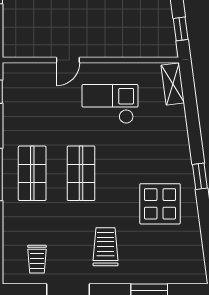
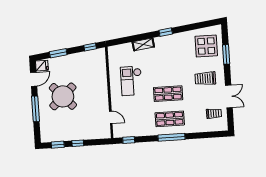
door: (68, 60) -> (111, 117), moved
shelving: (173, 84) -> (143, 44), moved
display table: (160, 204) -> (206, 46), moved

